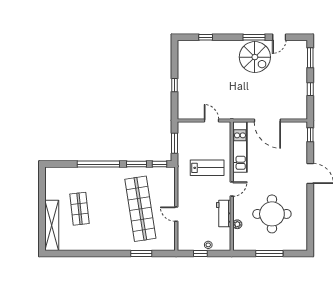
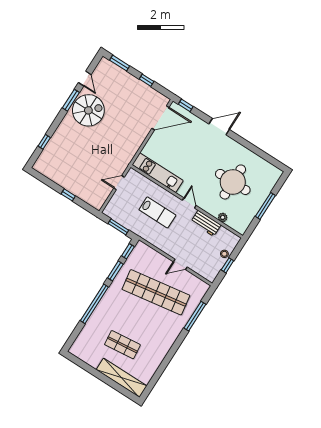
door: (267, 120) -> (160, 118), moved
lab bench: (207, 168) -> (157, 212), turned 90
window: (141, 253) -> (195, 316), width x1.44

